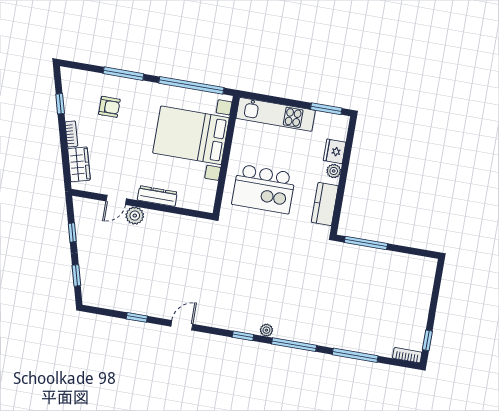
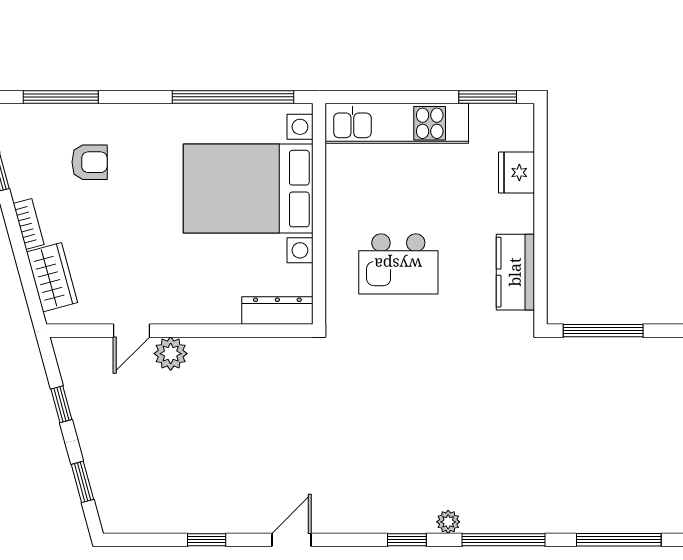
window: (123, 74) -> (61, 97), moved
plant: (334, 171) -> (521, 209), removed
kitchen island: (264, 189) -> (398, 264), width x0.73, depth x0.78
dresser: (157, 196) -> (277, 311), moved

